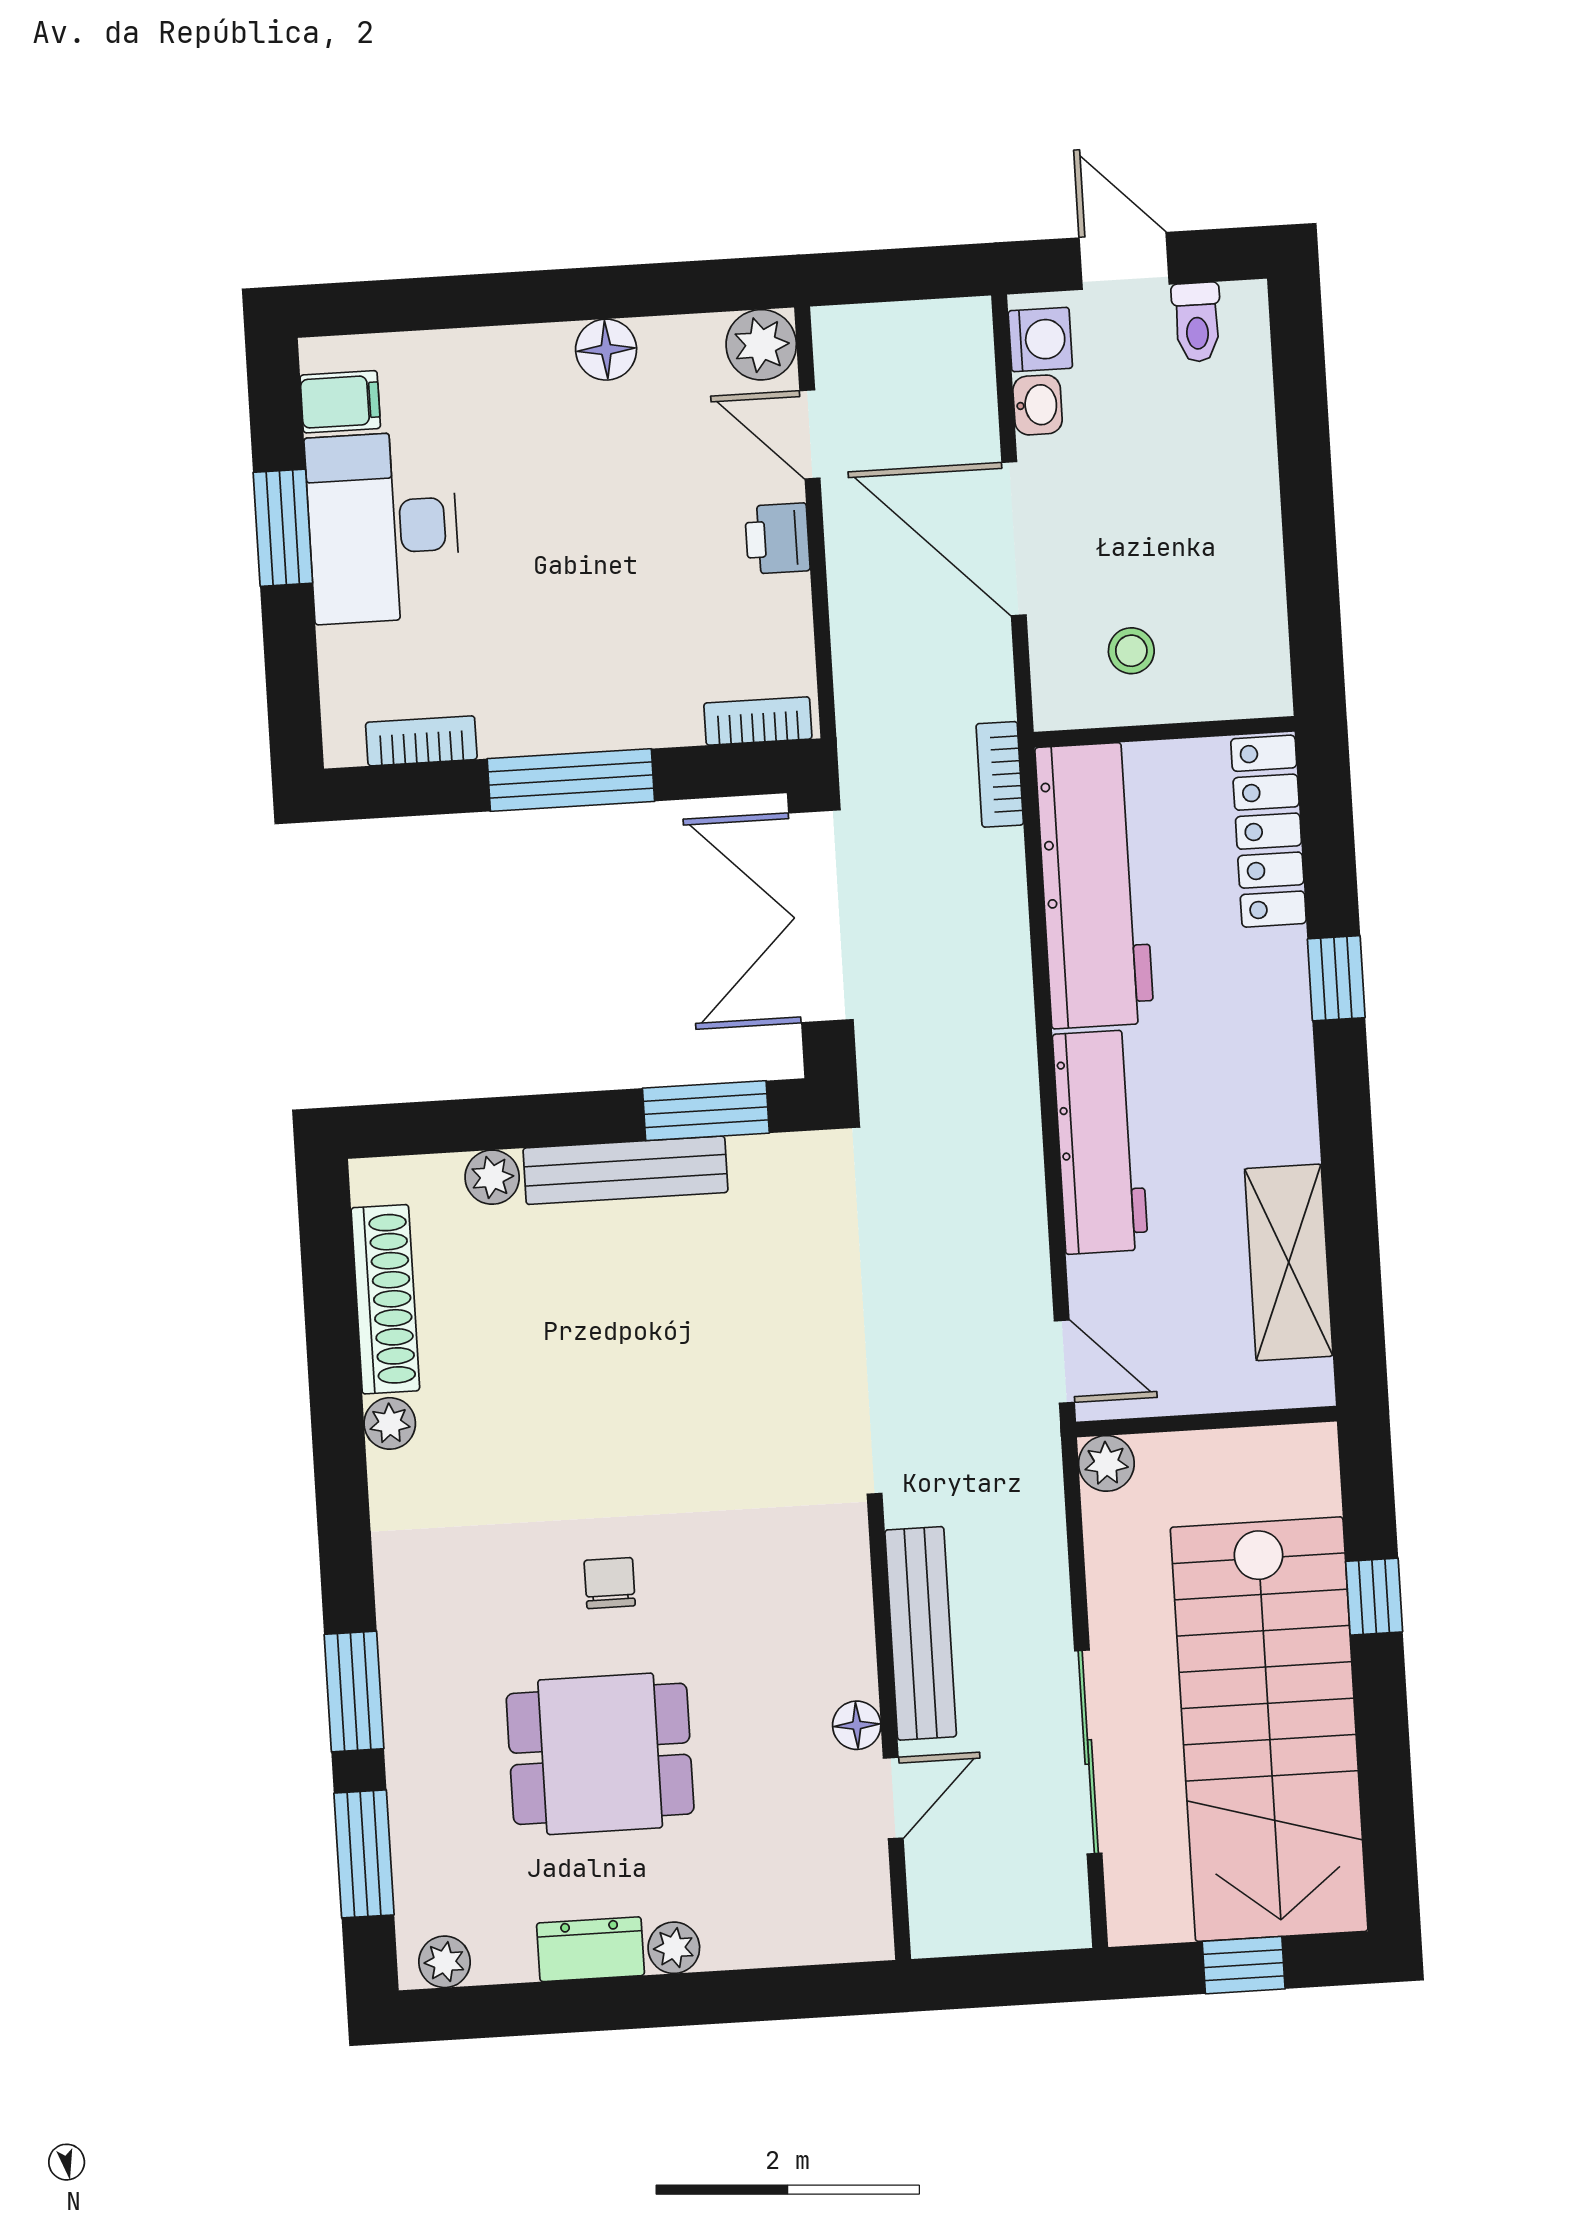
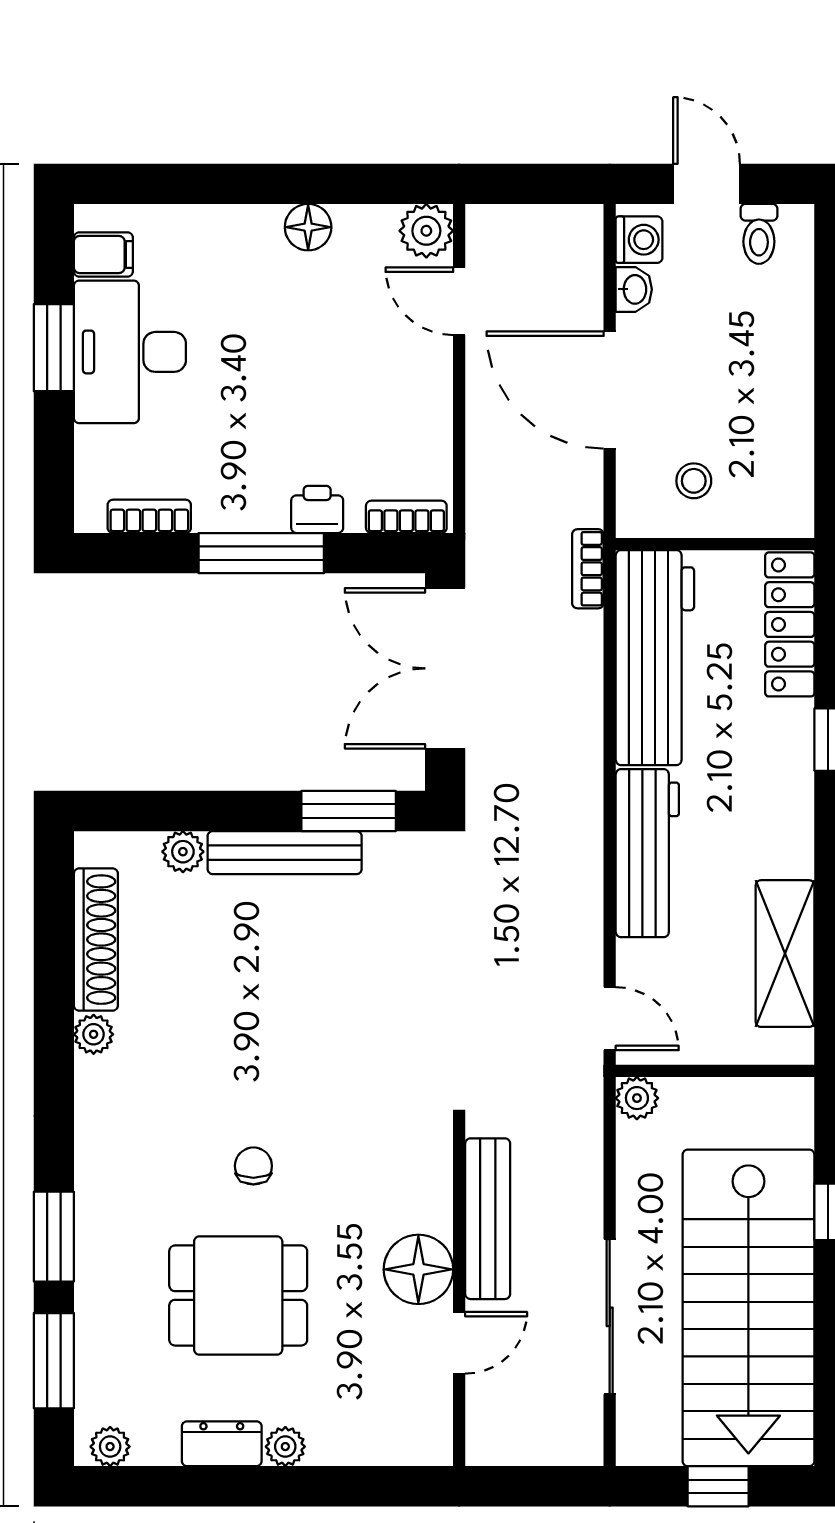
printer: (777, 539) -> (317, 509), moved, turned 90
floor lamp: (857, 1725) -> (418, 1269), width x1.89, depth x1.89

